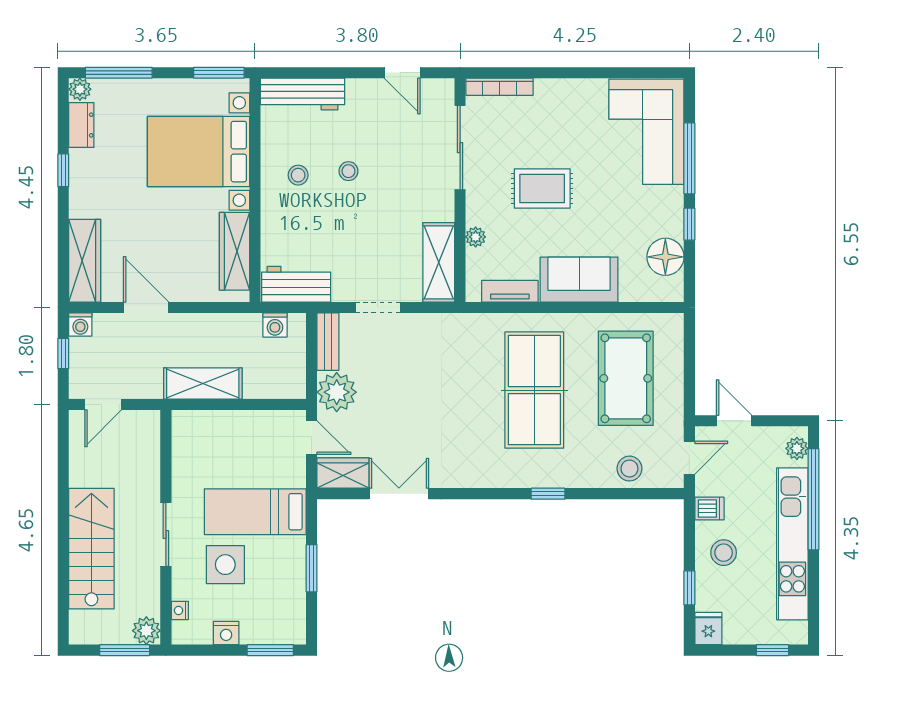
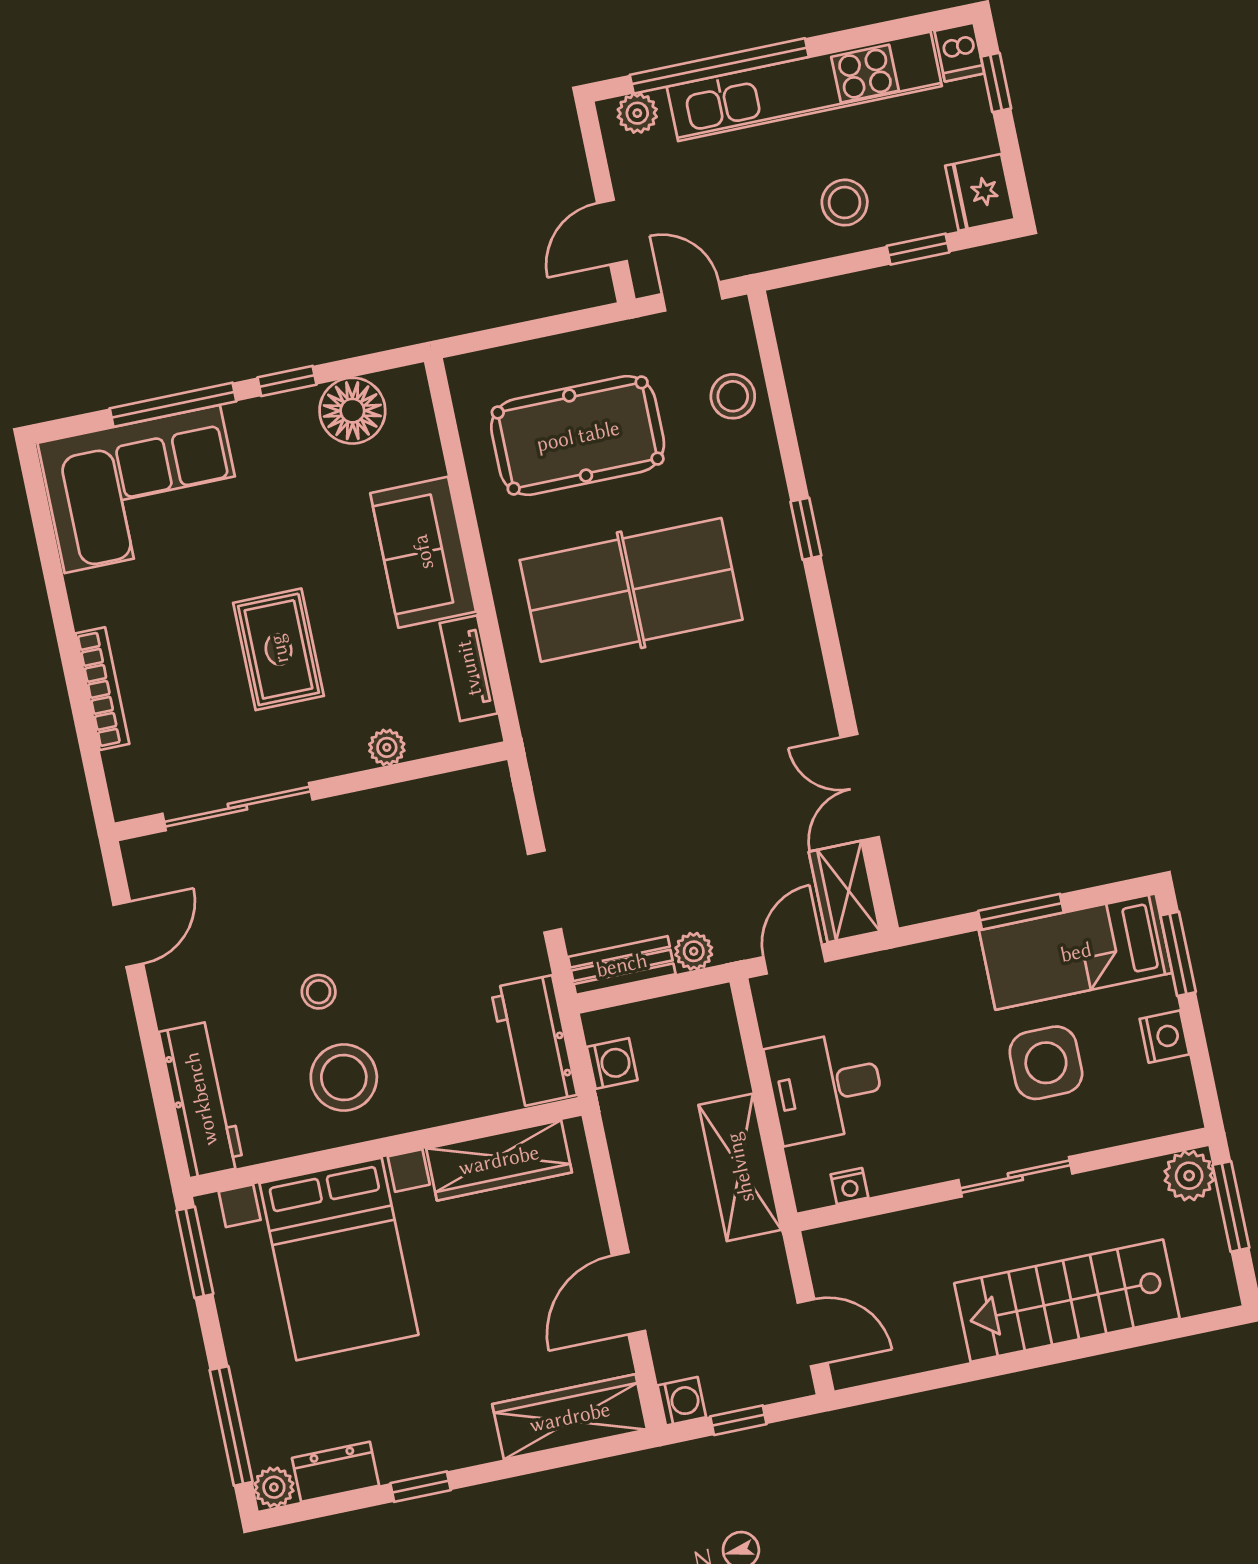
bookcase: (500, 87) -> (102, 689), moved
stool: (298, 175) -> (344, 1078), width x1.89, depth x1.89
shelving: (439, 262) -> (444, 802), removed
plant: (337, 392) -> (694, 951), width x0.53, depth x0.53
desk: (237, 440) -> (826, 1087), added
dishwasher: (709, 509) -> (959, 52), moved, turned 180
bed: (255, 512) -> (1076, 952), moved, turned 90
nightstand: (180, 610) -> (849, 1186), moved
fridge: (708, 629) -> (980, 192), width x1.38

